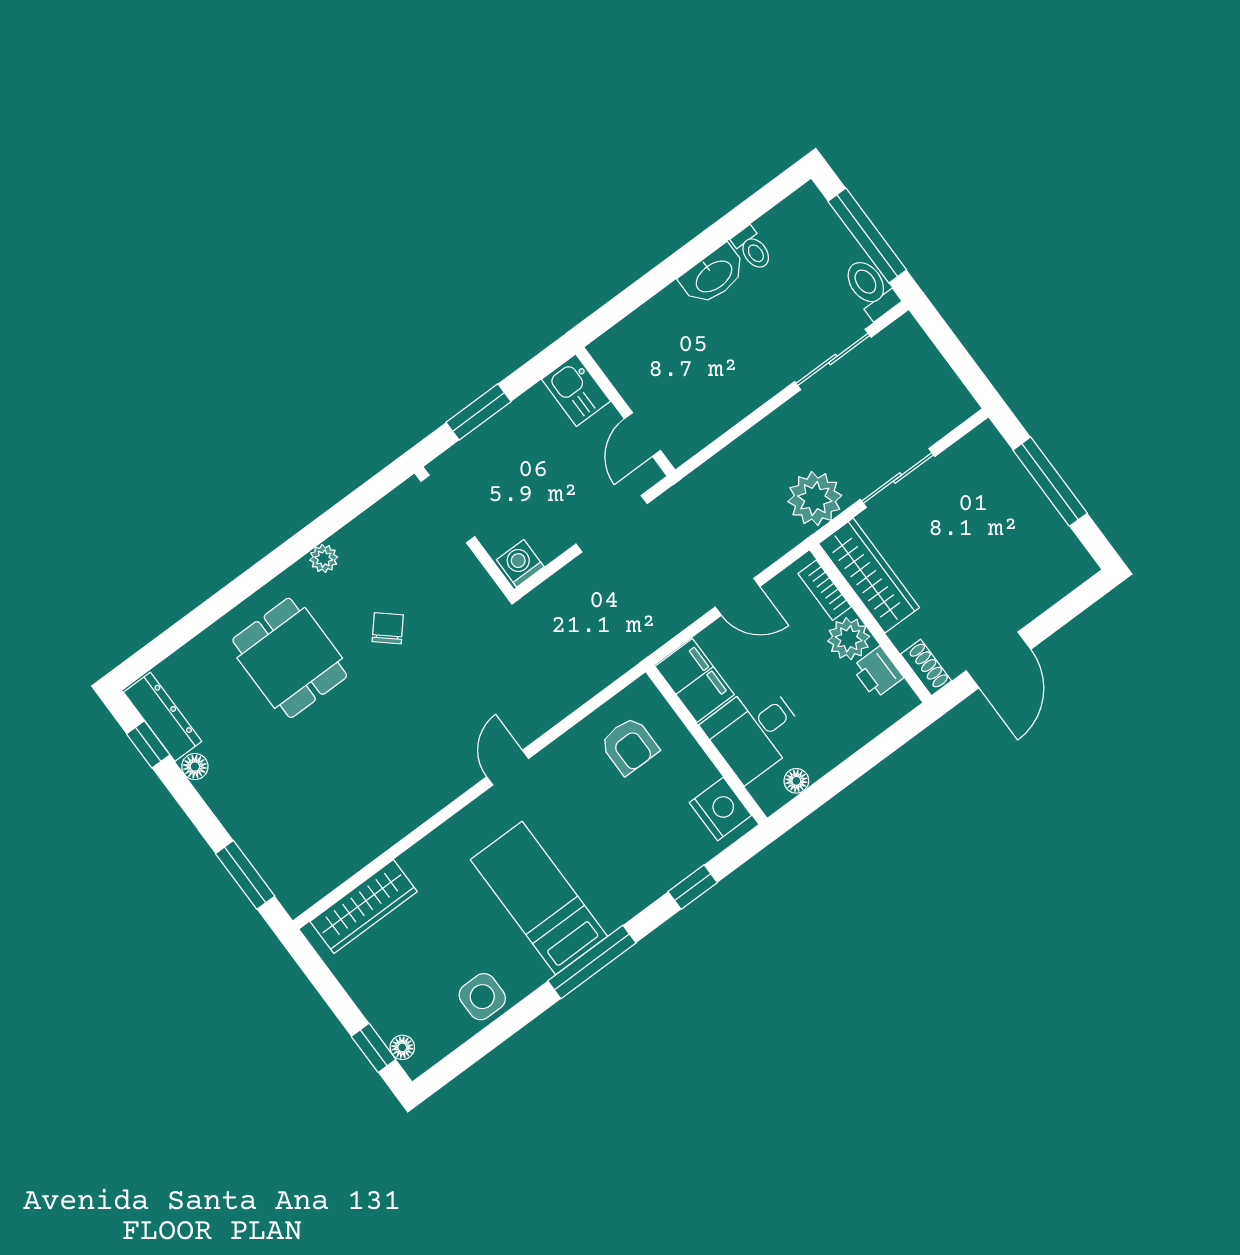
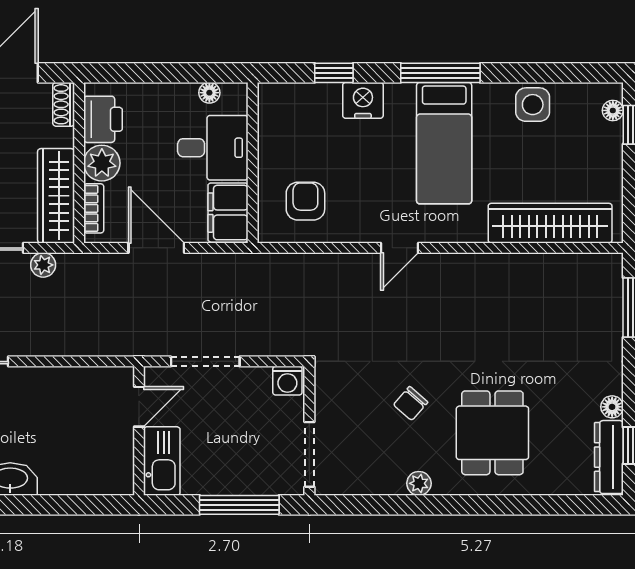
kitchen sink: (576, 390) -> (162, 461), width x1.38
window: (479, 412) -> (239, 505), width x1.44
plant: (815, 499) -> (43, 265), width x0.53, depth x0.53
door: (738, 597) -> (156, 248), width x1.38
printer: (877, 672) -> (103, 119), width x1.36, depth x1.24
nightstand: (720, 809) -> (363, 100), moved, turned 90
wardrobe: (364, 906) -> (550, 223), width x1.40, depth x1.17

